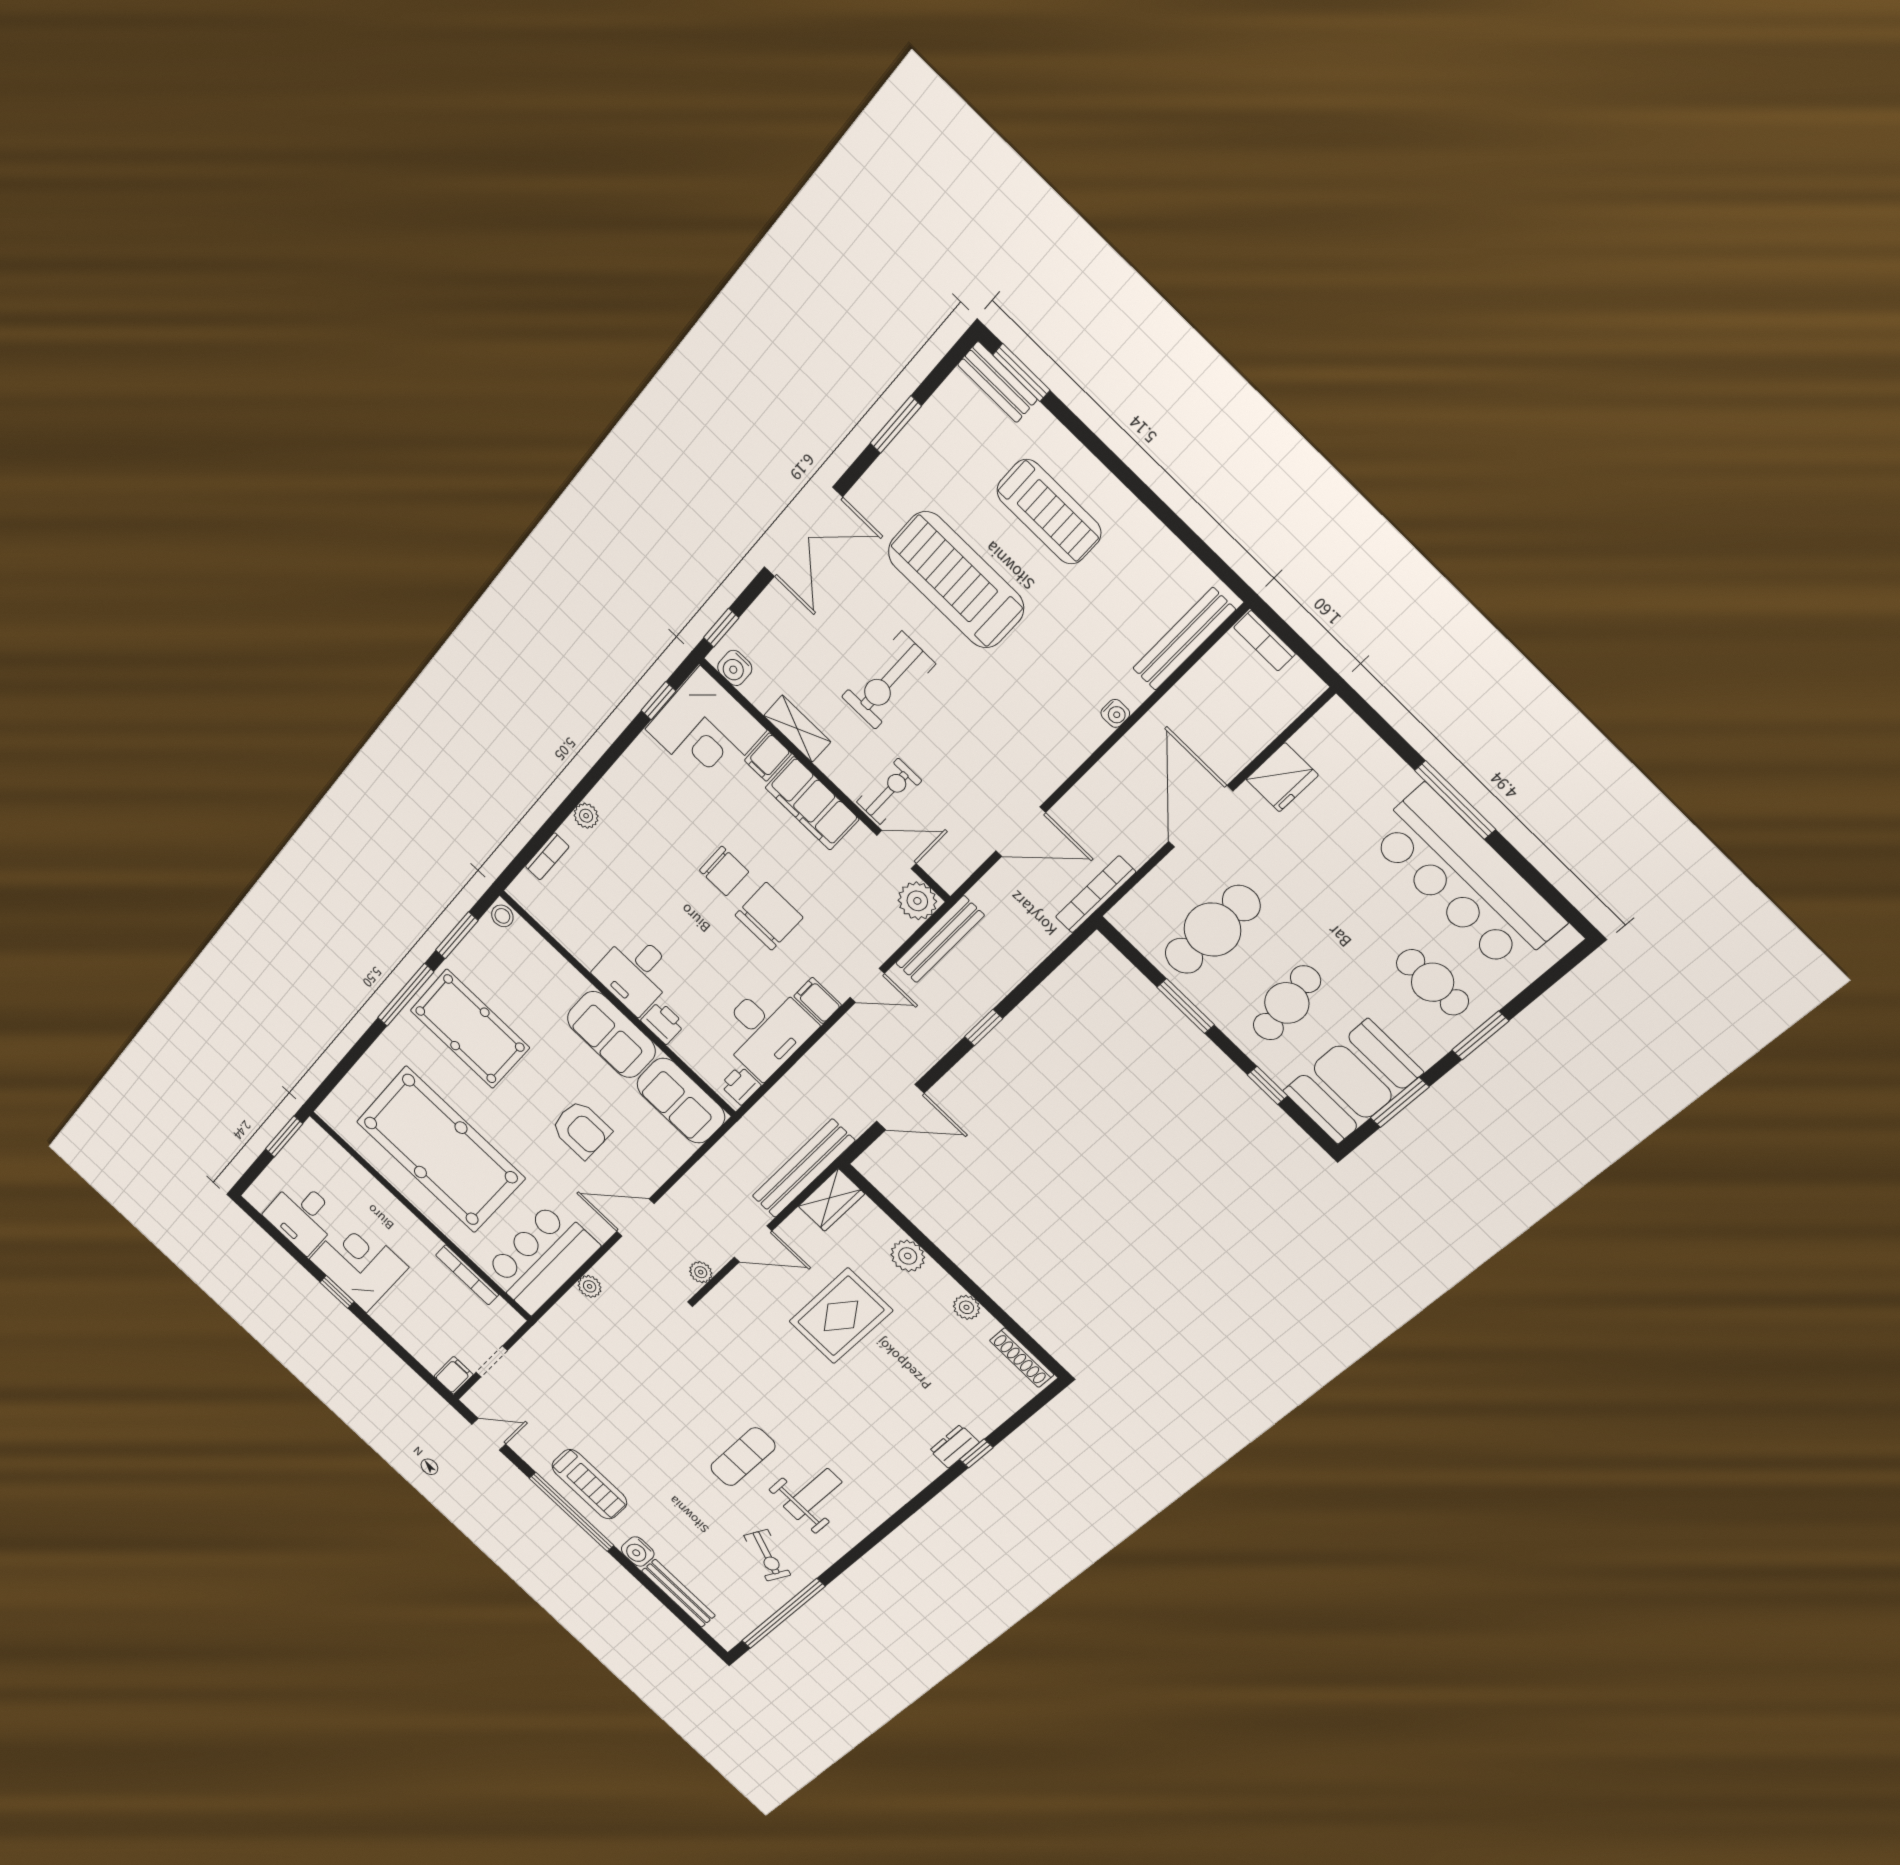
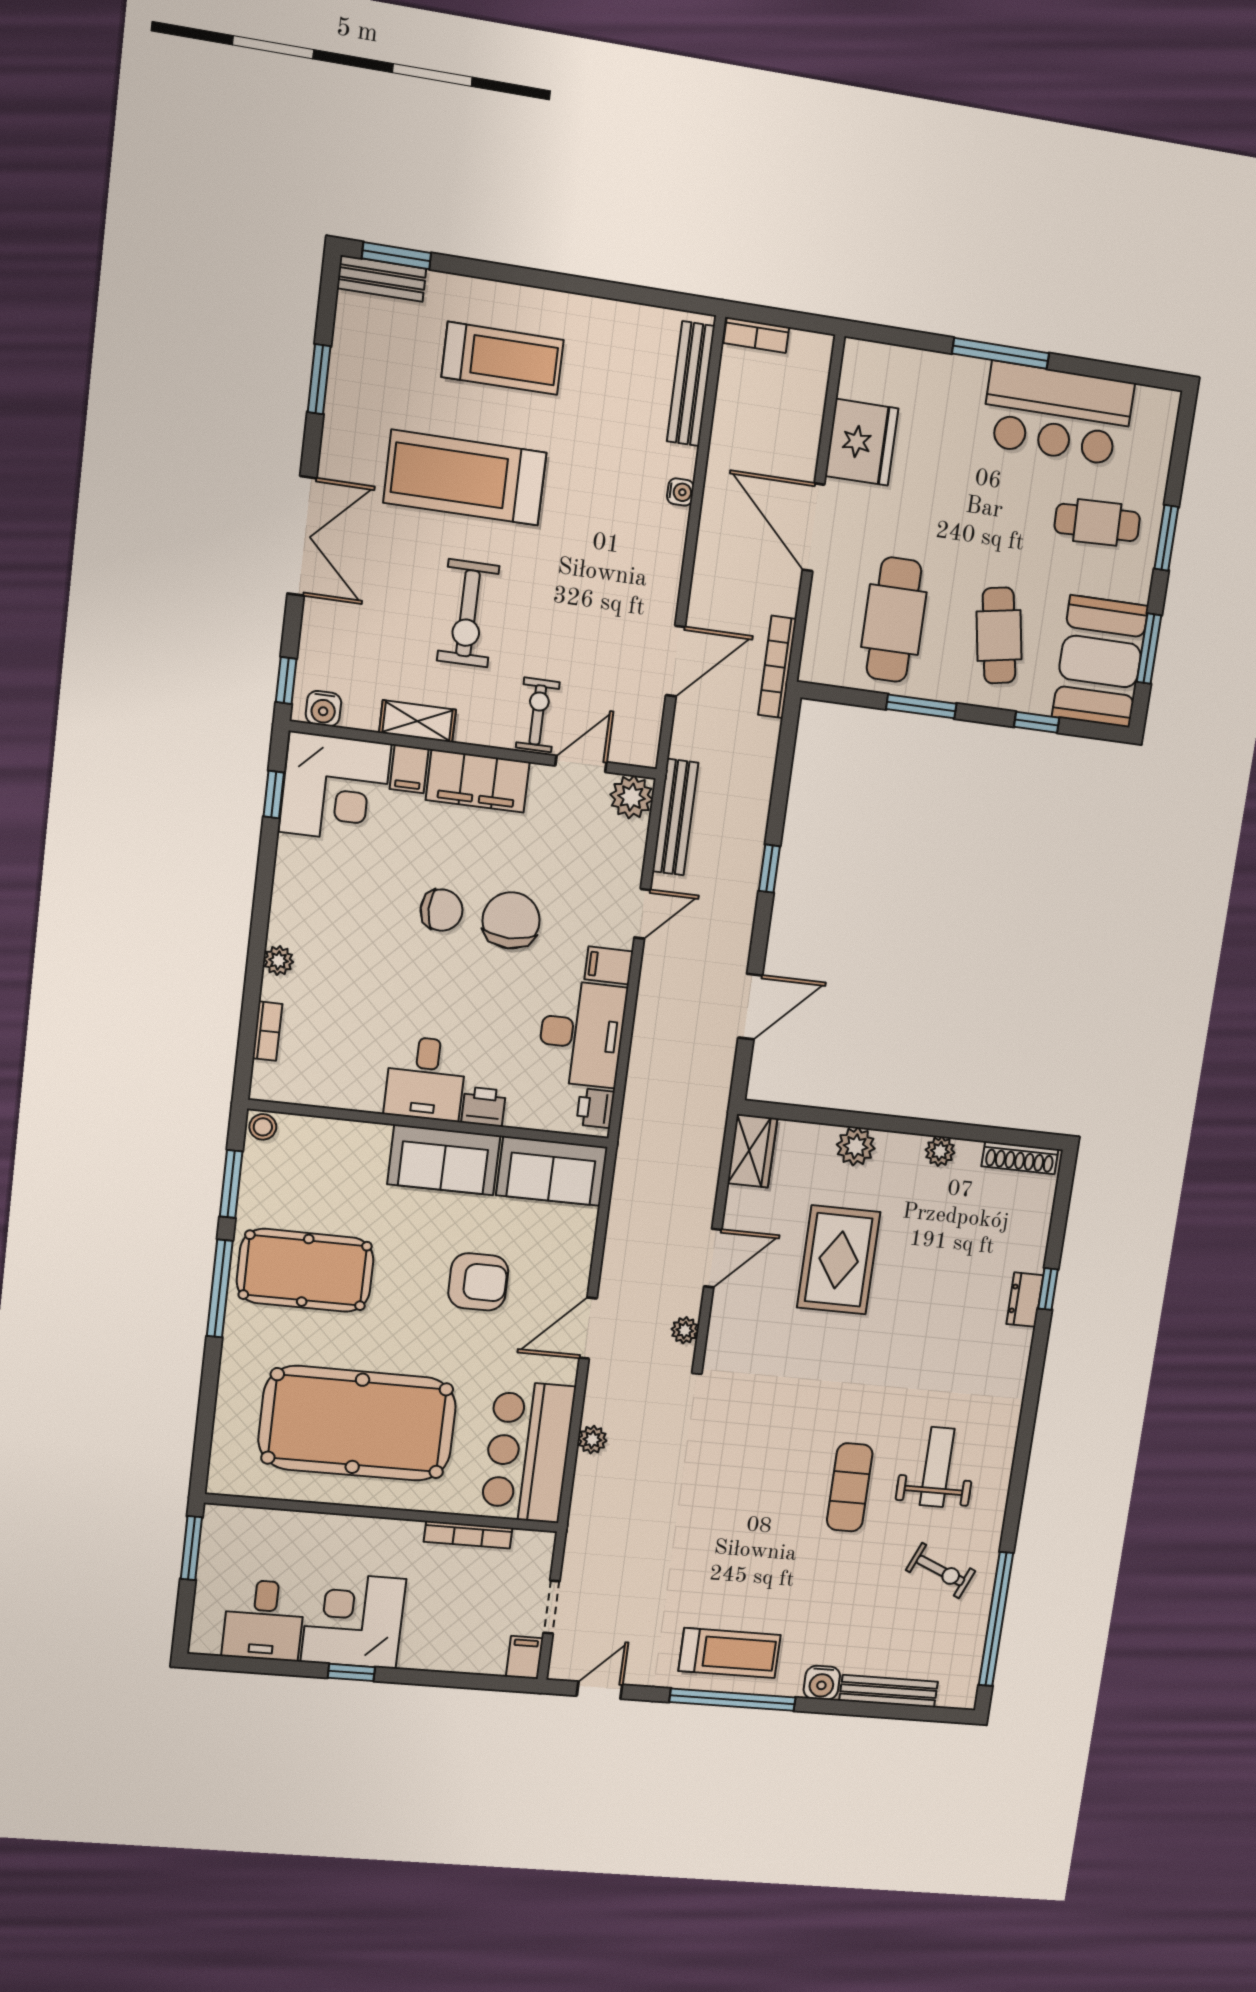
fridge: (1282, 777) -> (862, 442), width x1.36, depth x1.34
bar counter: (1466, 879) -> (1058, 414), width x0.73
bench: (803, 1169) -> (707, 1142), removed

